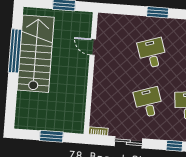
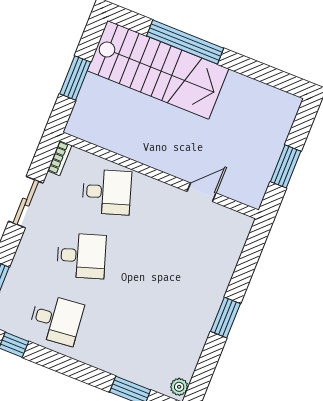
window: (15, 51) -> (185, 42), moved
desk: (152, 53) -> (107, 192), moved
stairs: (36, 54) -> (158, 70), moved

